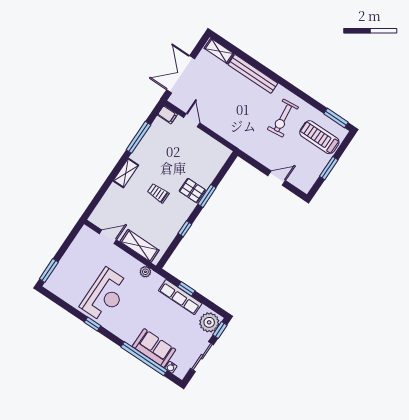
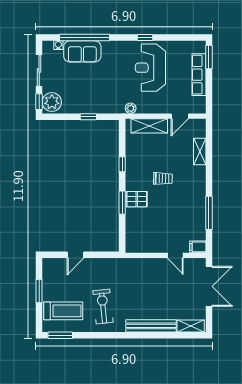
shelving: (126, 173) -> (200, 152), moved
row of seats: (180, 297) -> (199, 75), moved, turned -90

